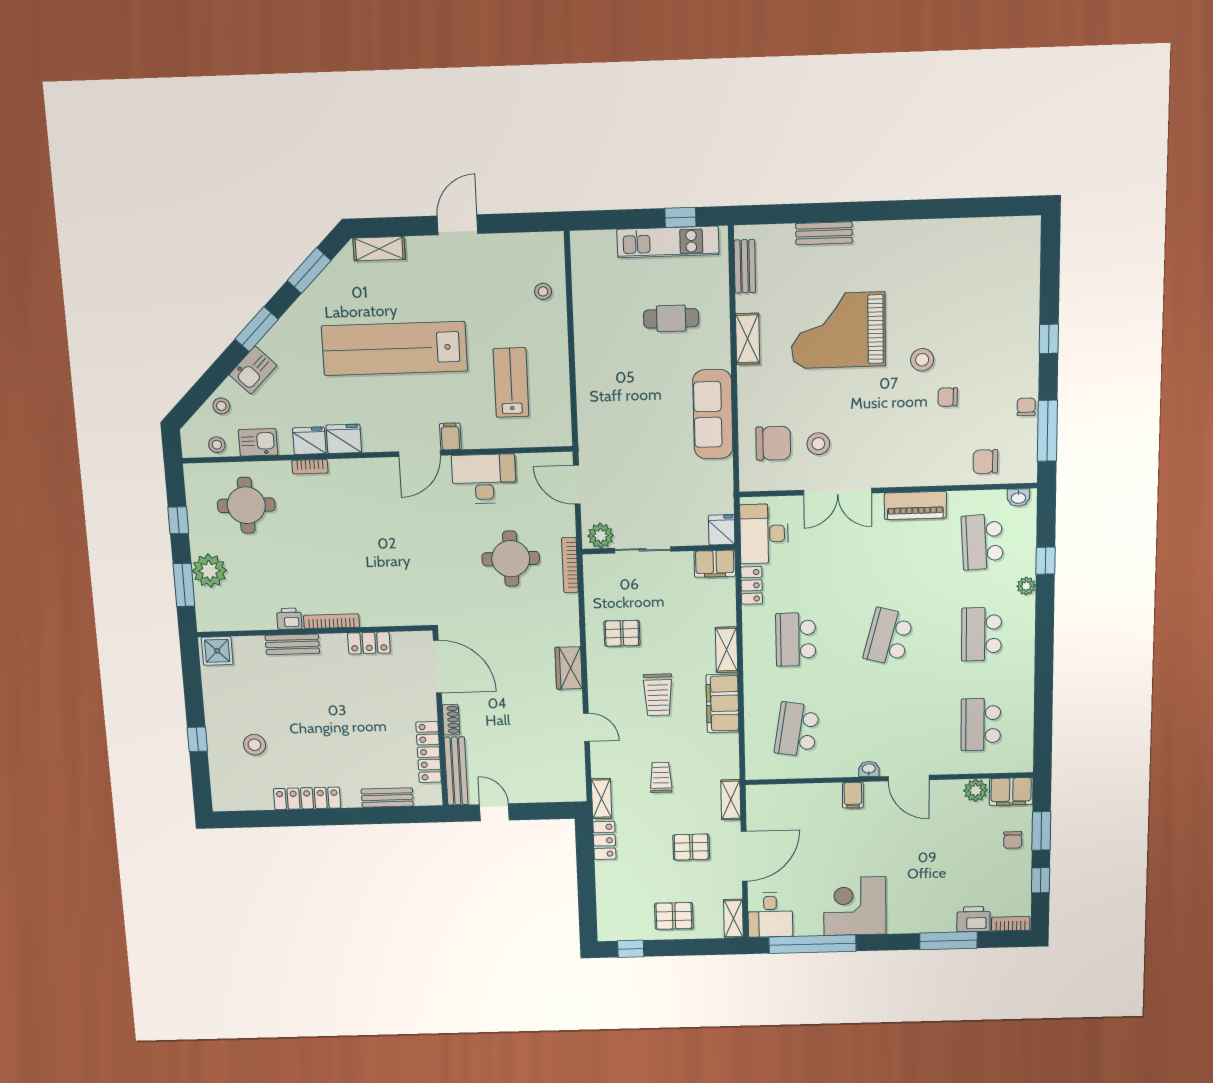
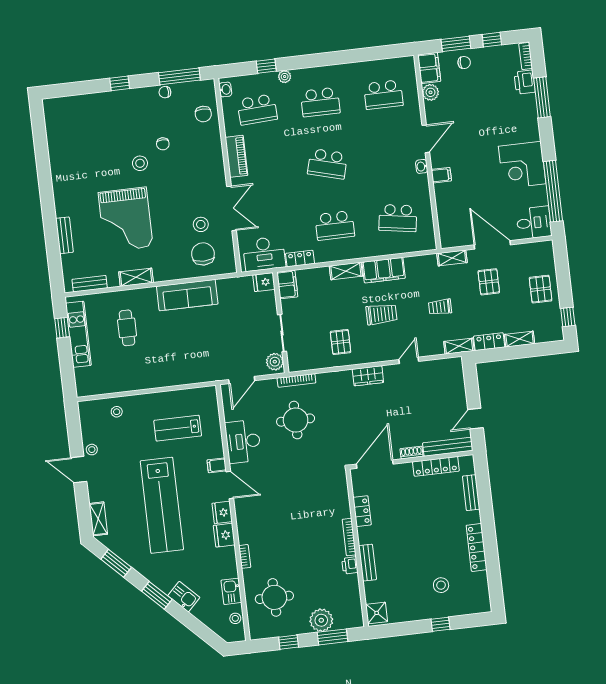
stool: (221, 406) -> (92, 450), moved
fridge: (309, 441) -> (222, 512), moved
shelving: (733, 919) -> (520, 339), moved

